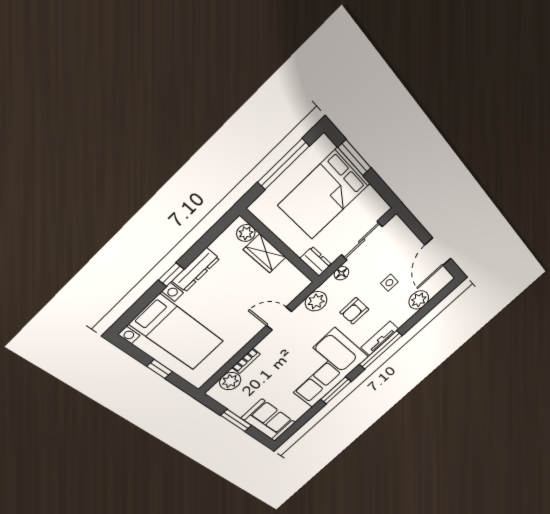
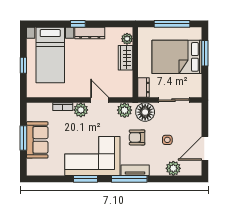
floor lamp: (341, 273) -> (145, 112), width x1.89, depth x1.89
plant: (230, 381) -> (81, 110), moved
sofa: (268, 420) -> (37, 140), moved

